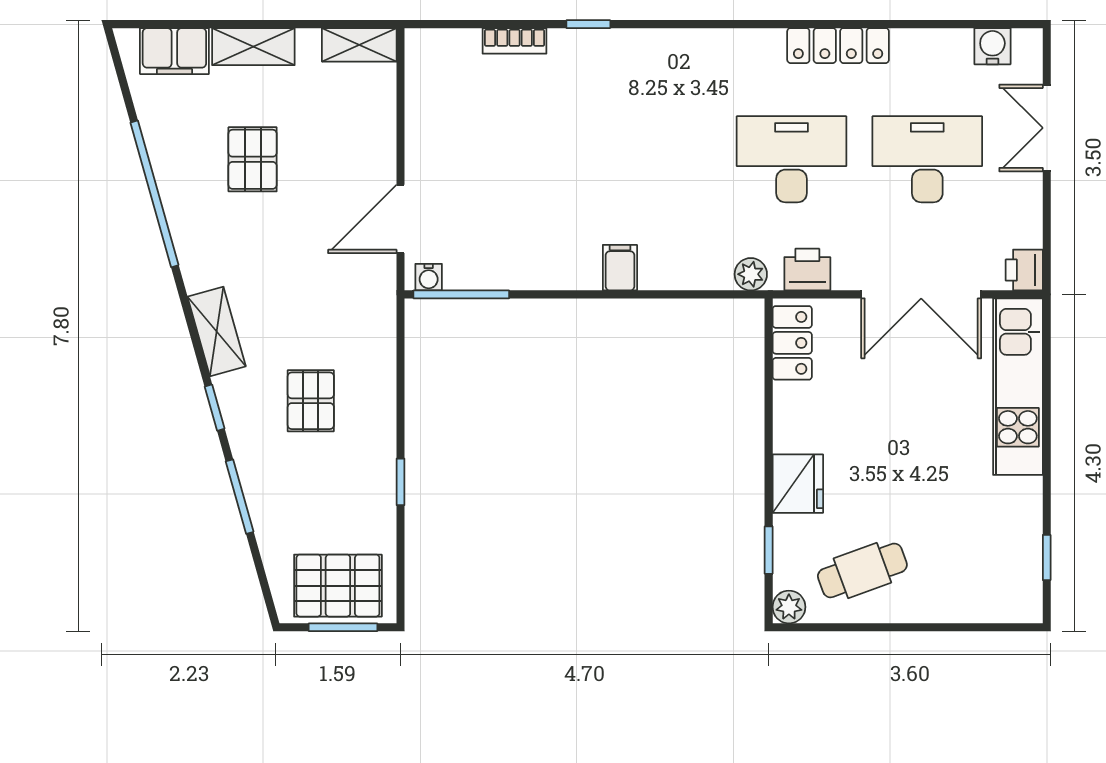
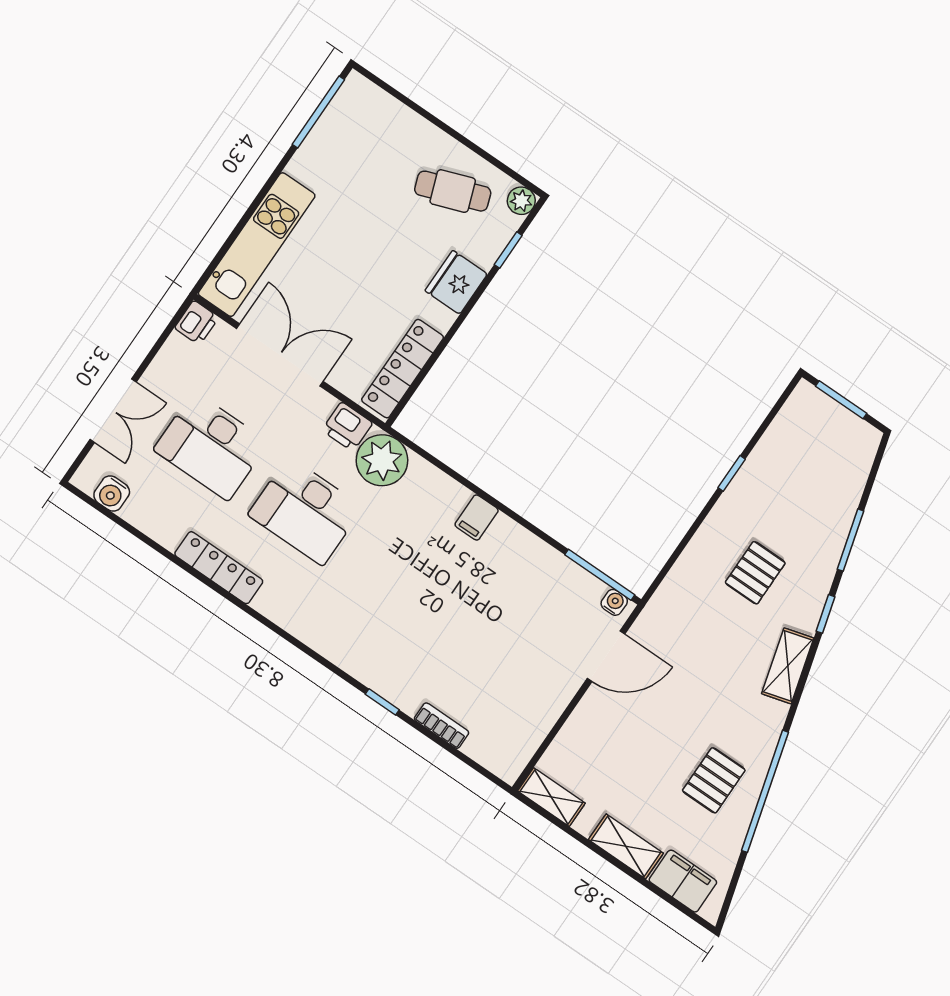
pallet: (253, 159) -> (714, 780), moved
plant: (751, 274) -> (382, 460), width x1.87, depth x1.87
locker: (792, 343) -> (403, 369), width x1.53
window: (1047, 557) -> (318, 112), width x2.17
pallet: (338, 586) -> (825, 431), removed

